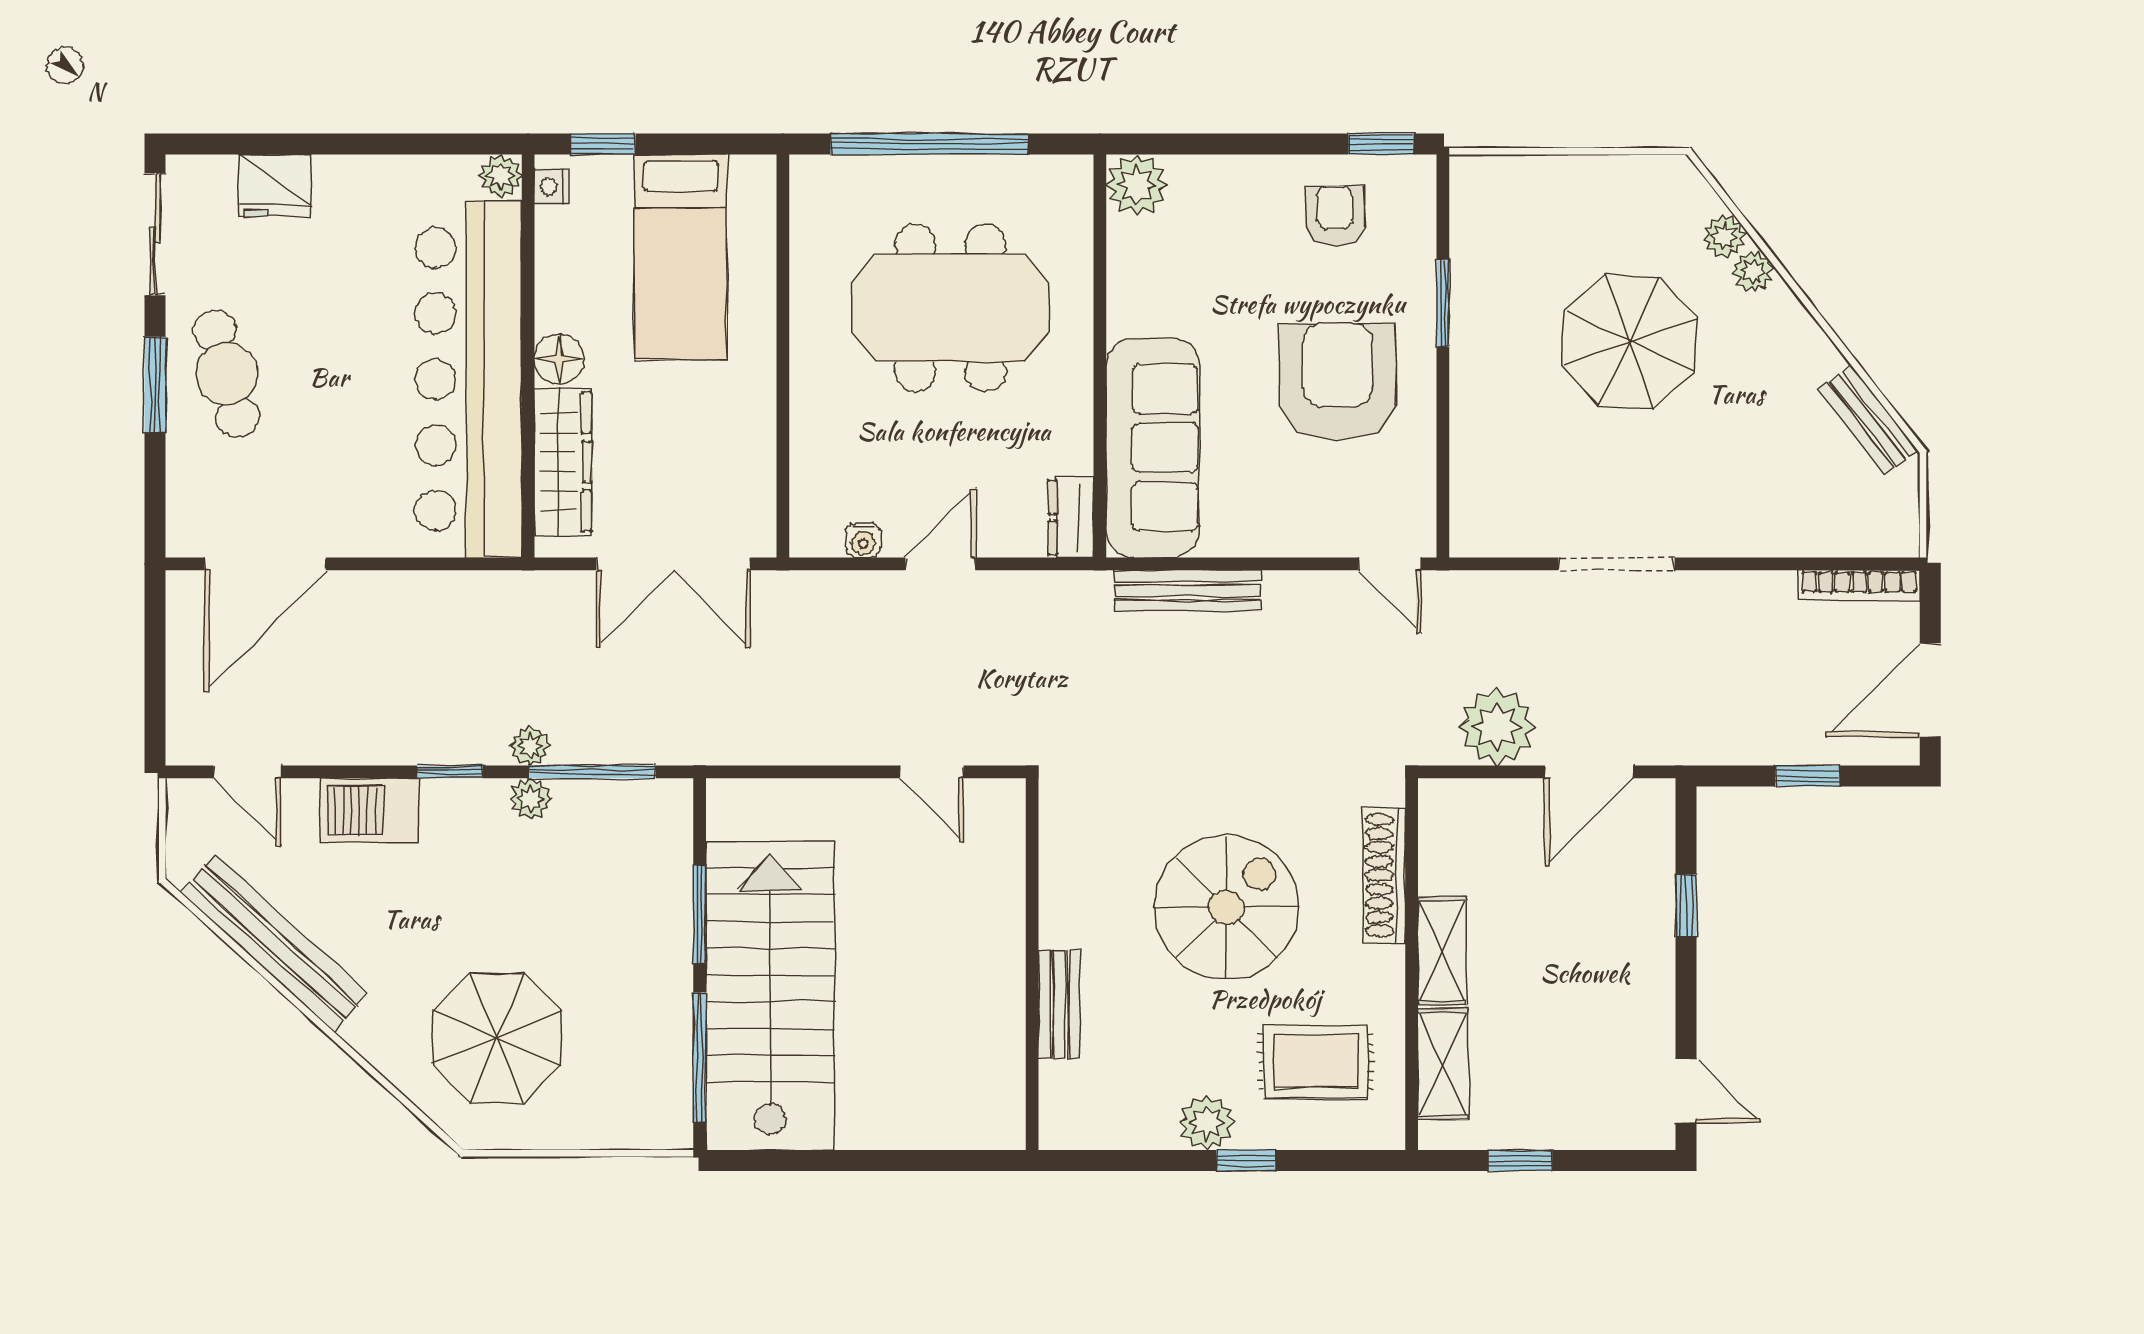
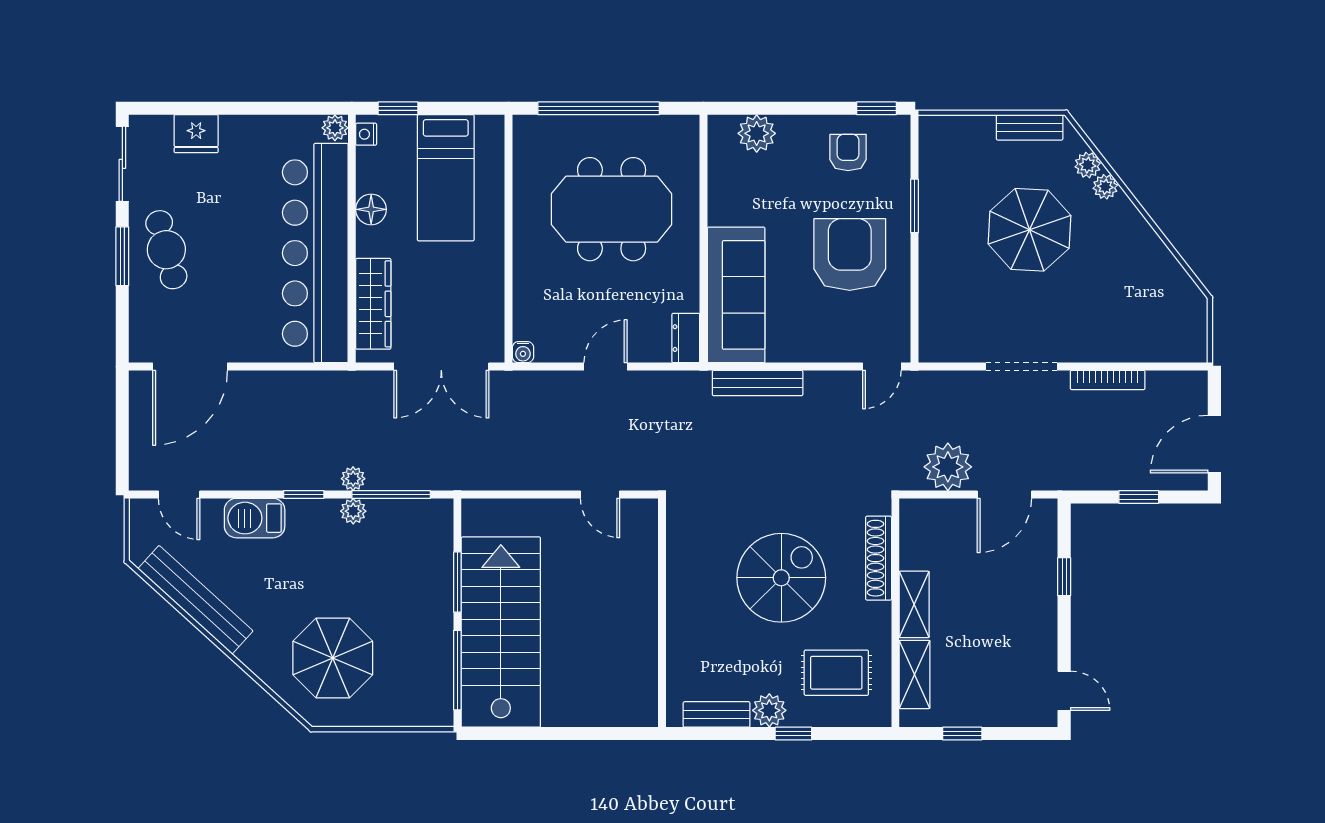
plant: (1137, 185) -> (757, 133), moved
floor lamp: (559, 359) -> (371, 209), moved
bench: (1868, 420) -> (1030, 127), moved, turned -52
water cooler: (863, 540) -> (523, 352), moved
door: (1390, 564) -> (882, 367), hinge flipped
bookcase: (1859, 586) -> (1108, 380), moved
bench: (1059, 1004) -> (717, 714), moved, turned 90

